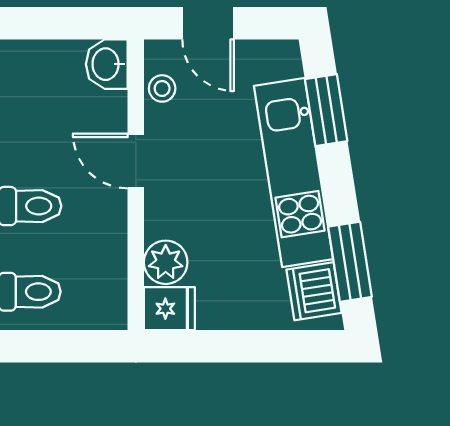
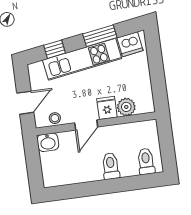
window: (326, 110) -> (55, 49), width x0.67
window: (350, 262) -> (100, 36), moved
fridge: (169, 309) -> (107, 108), moved

